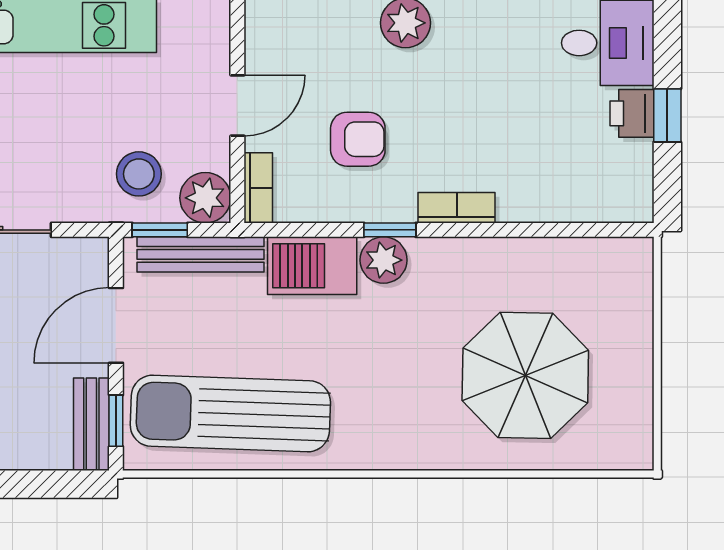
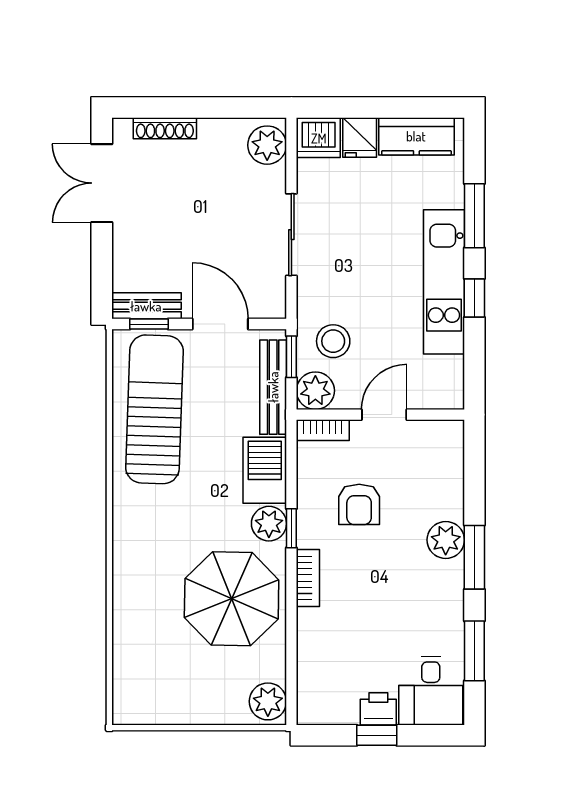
door: (237, 105) -> (384, 415), swing flipped
plant: (622, 261) -> (268, 701), added
parasol: (525, 375) -> (232, 599), moved

